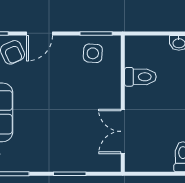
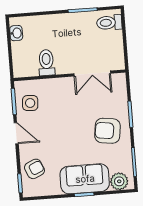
door: (39, 33) -> (16, 133), moved
armchair: (52, 144) -> (107, 131), added

